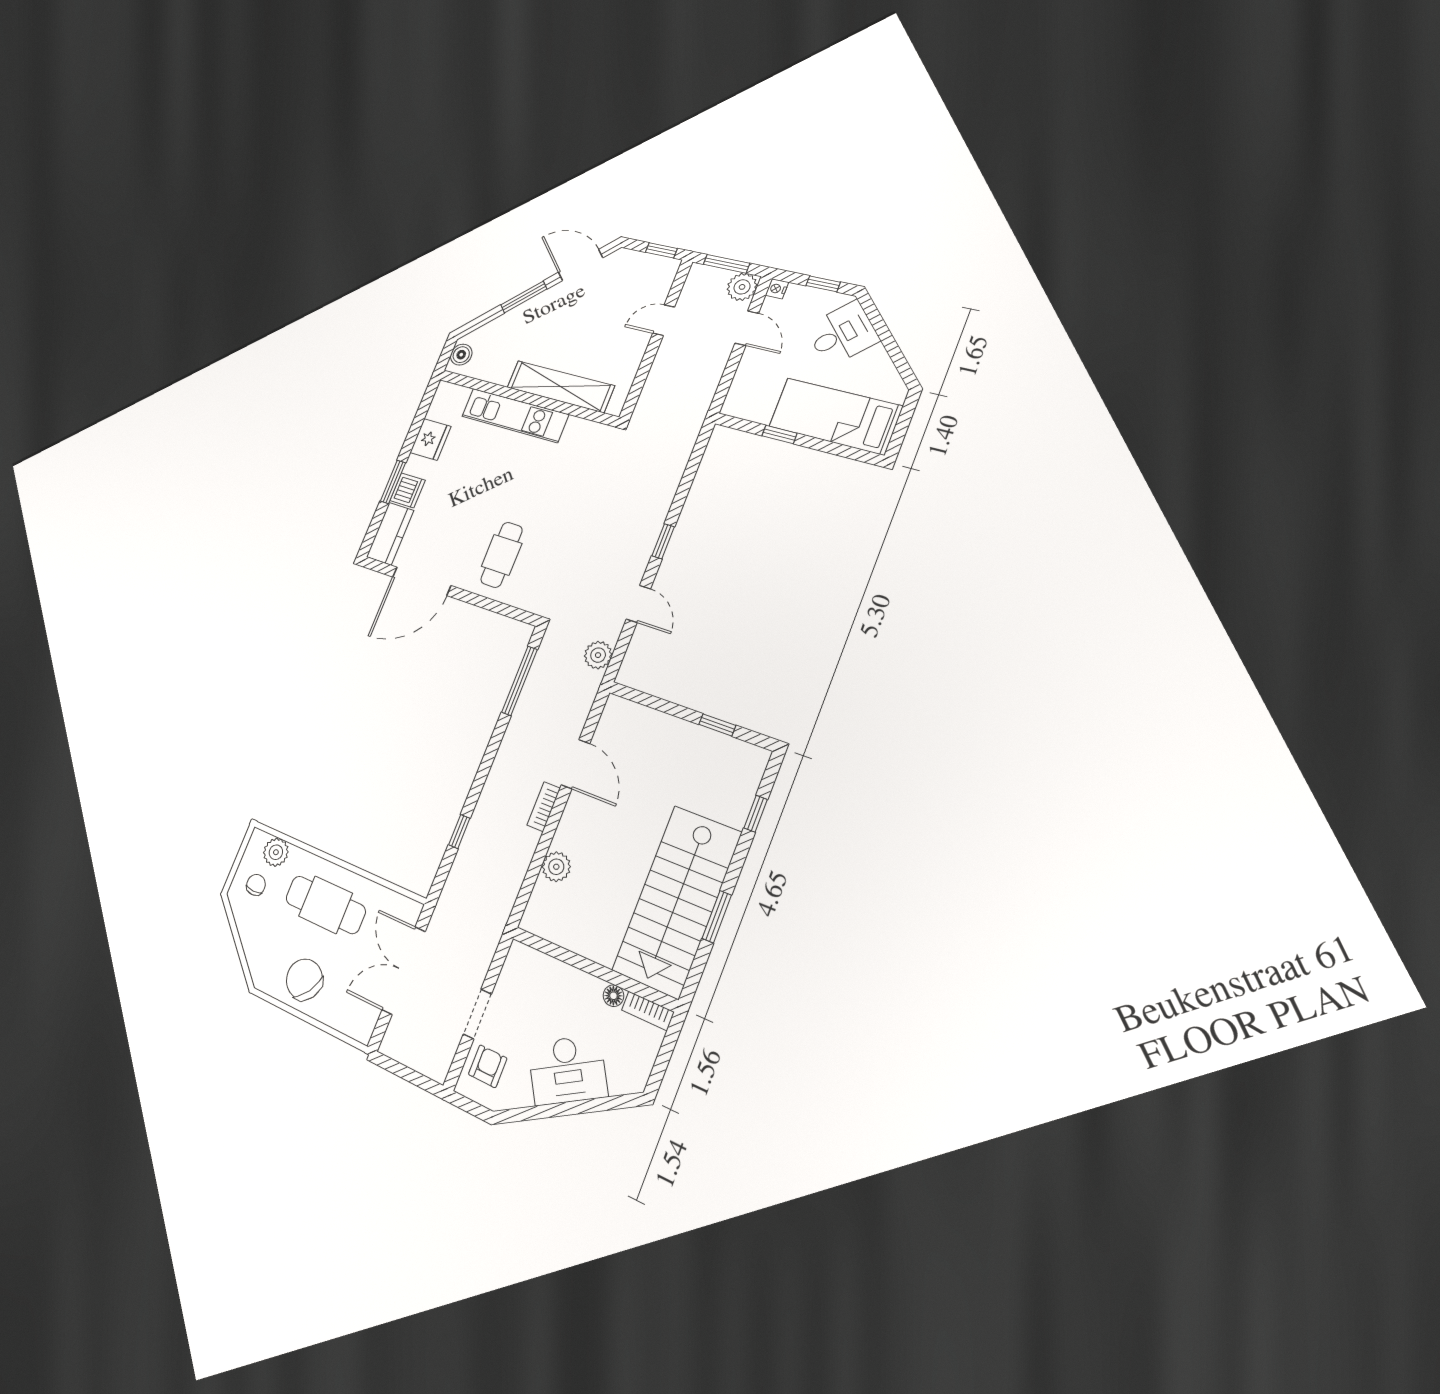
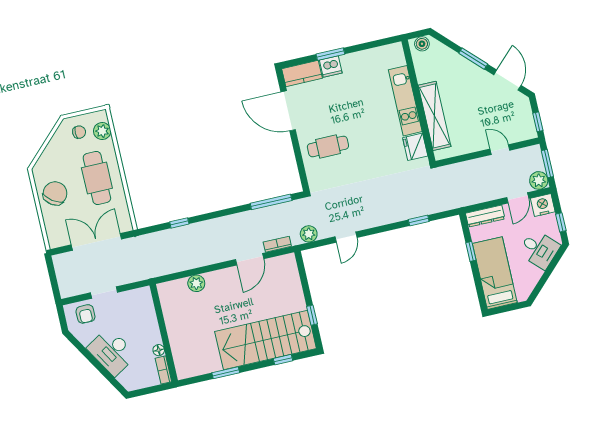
nightstand: (777, 289) -> (543, 205), width x1.89, depth x1.79
dresser: (742, 387) -> (485, 216), added
fridge: (430, 439) -> (415, 147), moved, turned 90
window: (663, 541) -> (419, 221), moved
bookcase: (544, 807) -> (277, 244), moved
stairs: (677, 901) -> (266, 340), moved
armchair: (488, 1066) -> (85, 314), turned 90

